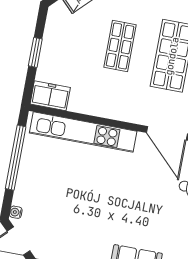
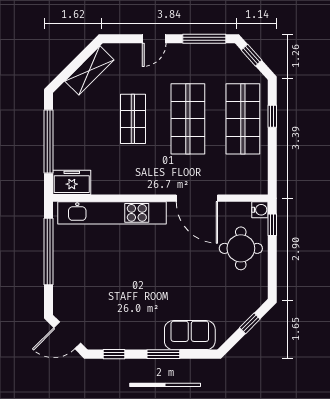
window: (35, 52) -> (49, 141), width x2.11
water cooler: (16, 212) -> (59, 307), removed

